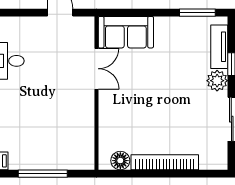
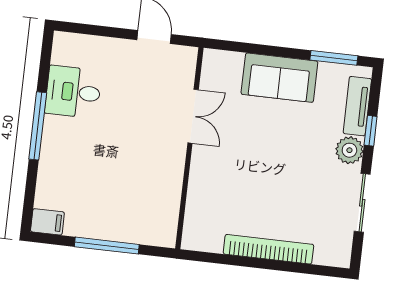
sofa: (126, 32) -> (279, 78), moved
floor lamp: (120, 161) -> (210, 240), removed

